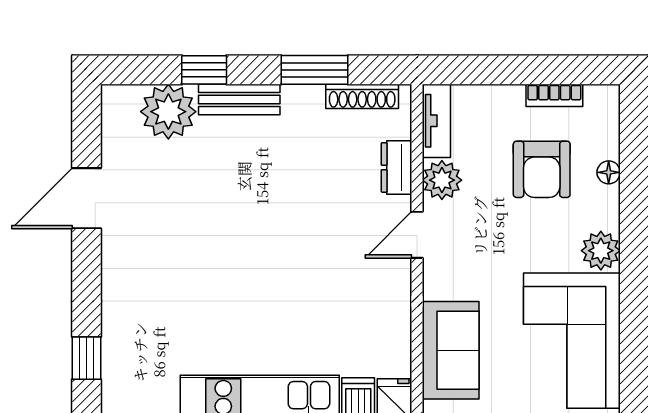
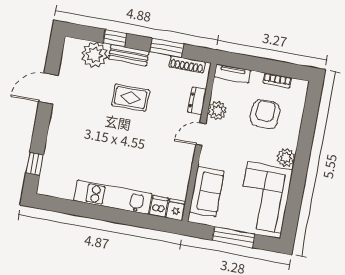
tv unit: (436, 121) -> (232, 74), moved, turned 90
armchair: (542, 169) -> (265, 114), turned 180
floor lamp: (609, 172) -> (296, 121), removed
rug: (259, 186) -> (131, 98), added

